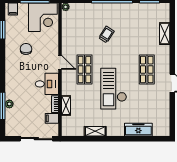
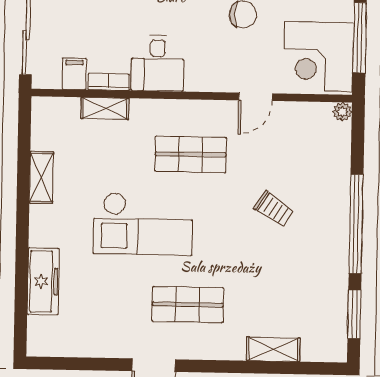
door: (60, 62) -> (256, 97), moved
checkout: (114, 89) -> (143, 224), turned 180

